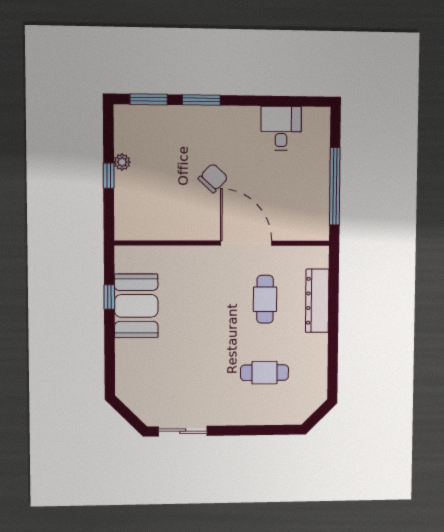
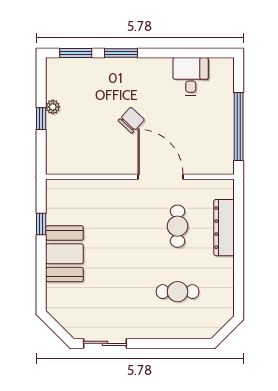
booth: (136, 306) -> (64, 254), moved

